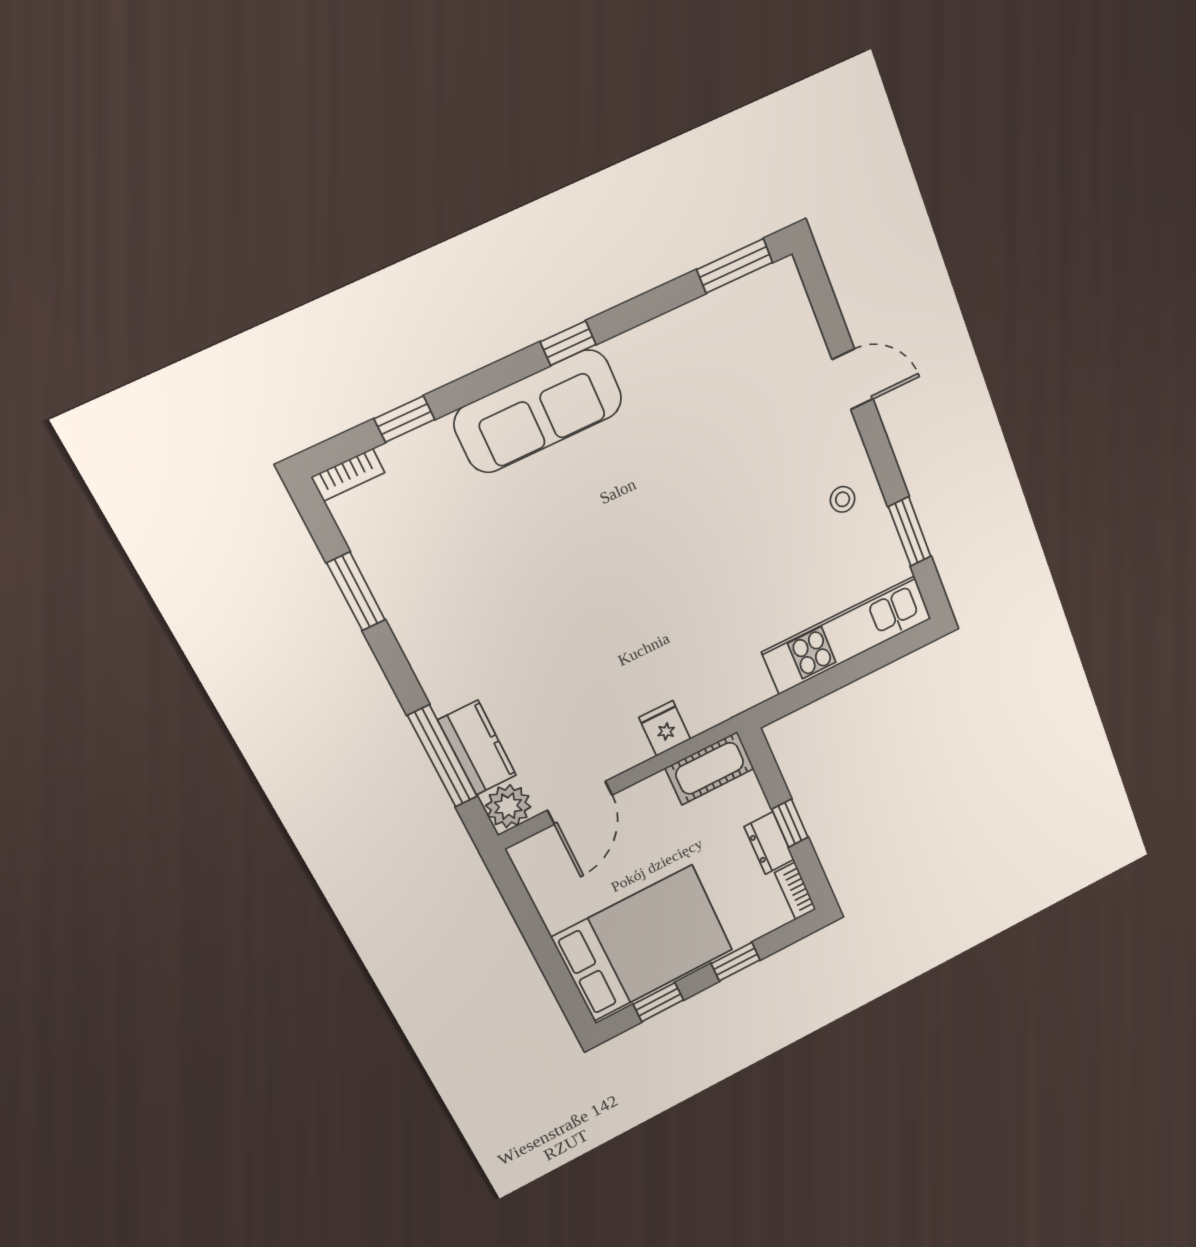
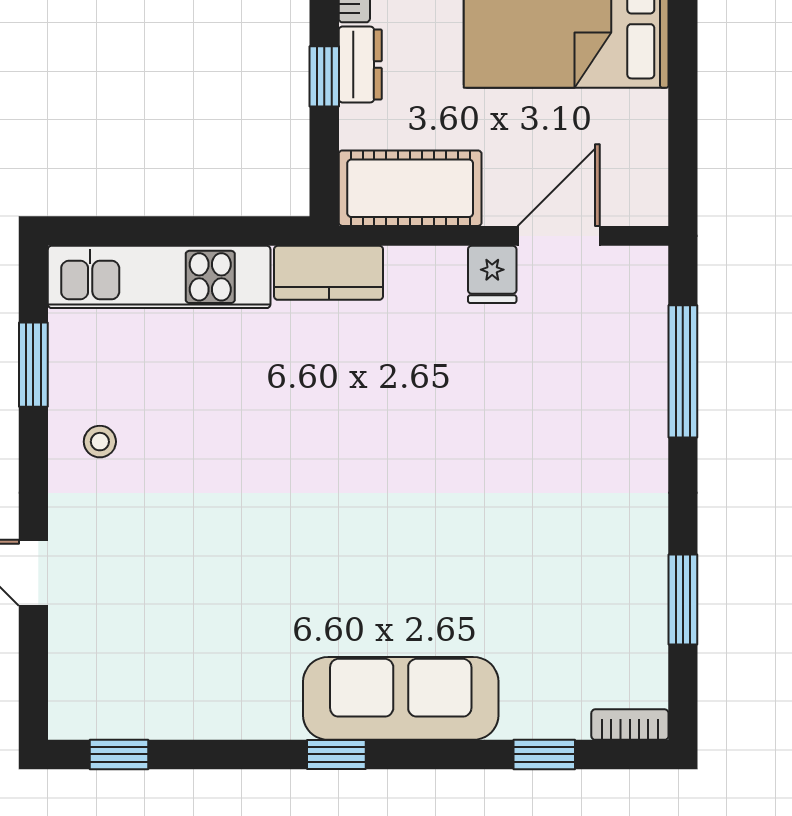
window: (735, 266) -> (119, 754), width x0.67
fridge: (665, 728) -> (492, 274), moved
kitchen counter: (477, 748) -> (329, 273), moved, turned -90
cot: (710, 768) -> (410, 188), width x1.37, depth x1.34
plant: (508, 806) -> (640, 275), removed

